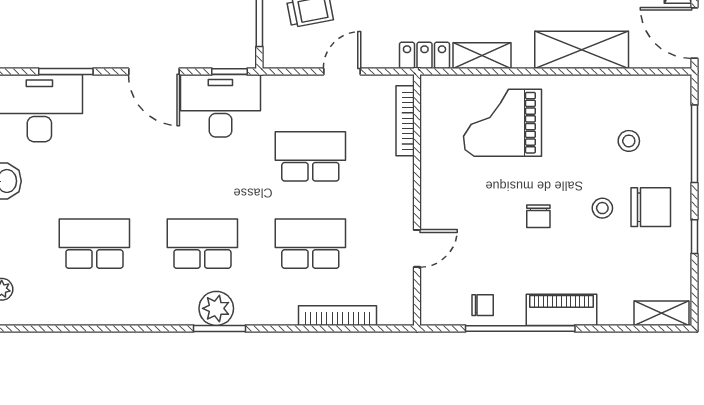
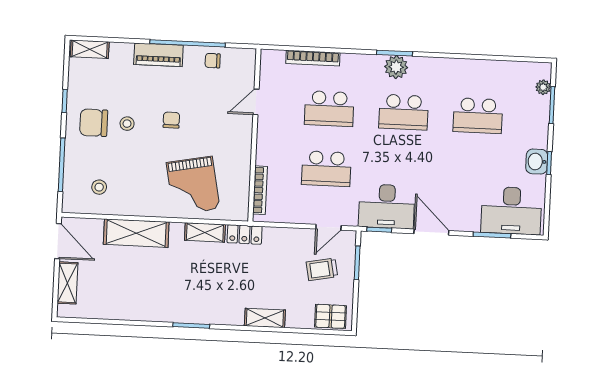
door: (342, 72) -> (328, 227), moved
grand piano: (502, 123) -> (193, 186), turned 79
stool: (629, 141) -> (99, 187), moved

